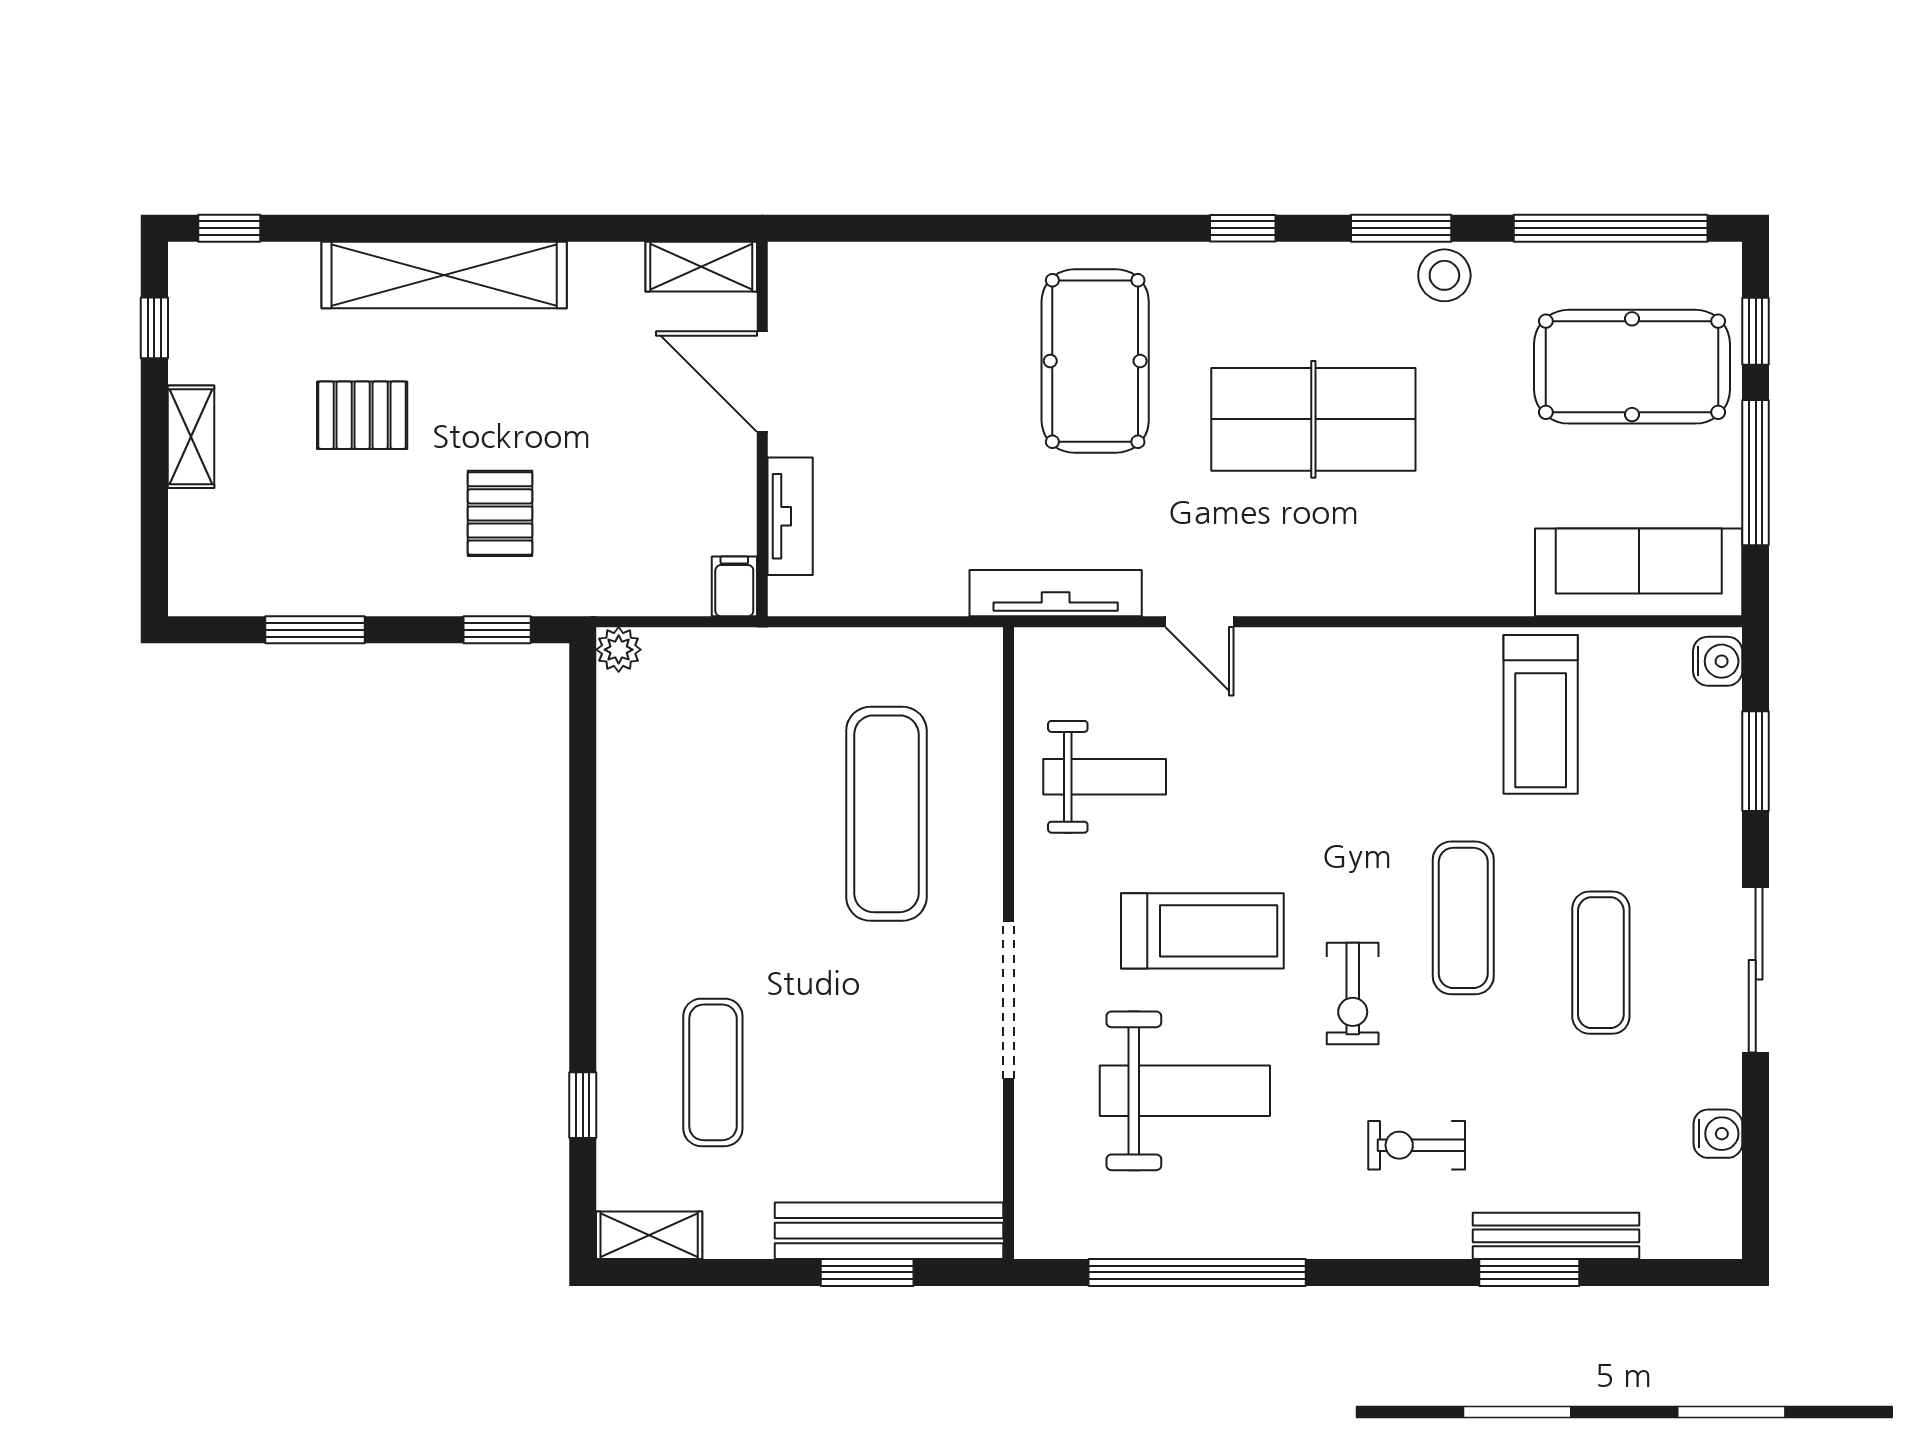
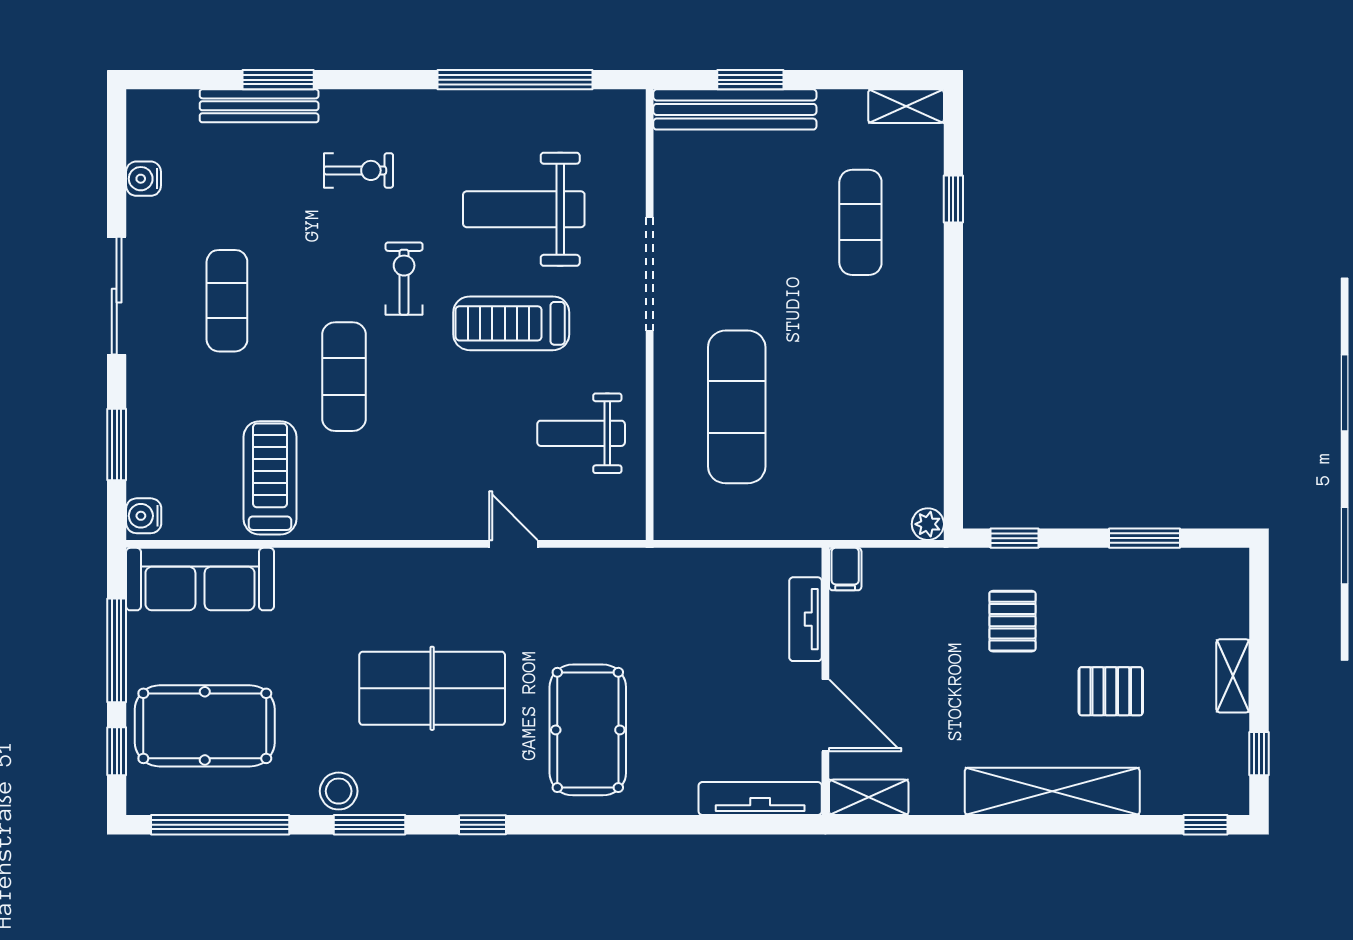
tv unit: (1056, 593) -> (760, 799), moved, turned 180
exercise mat: (1463, 918) -> (344, 377), moved

